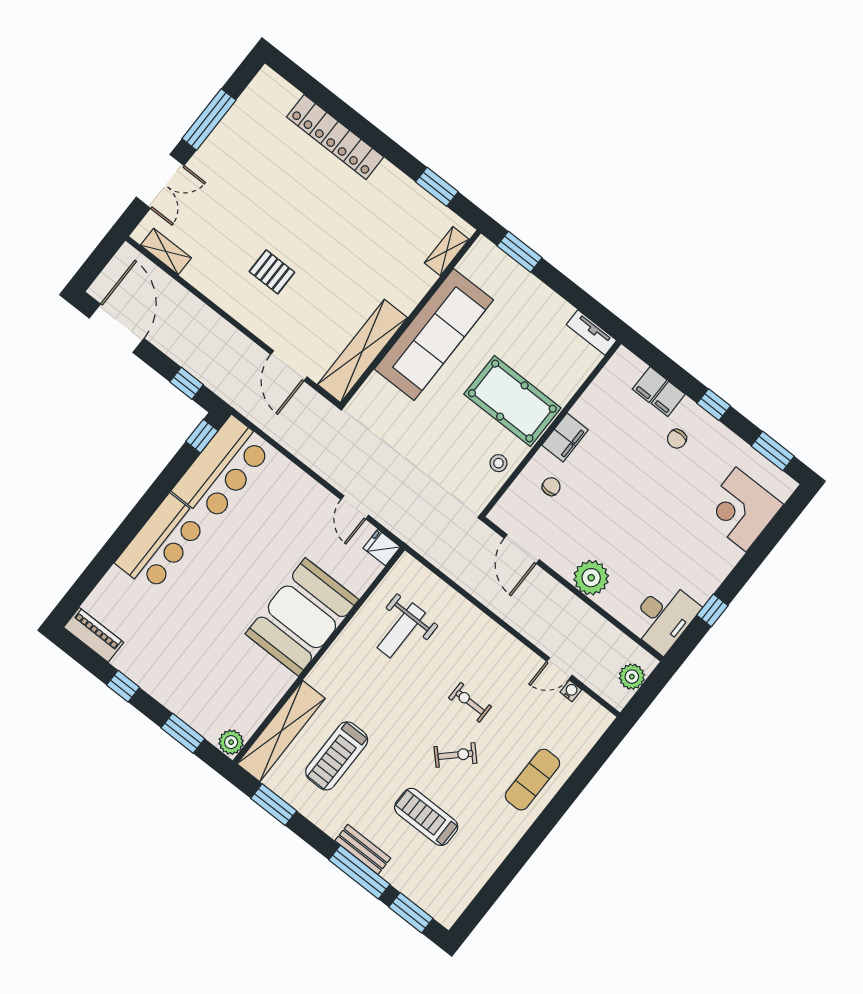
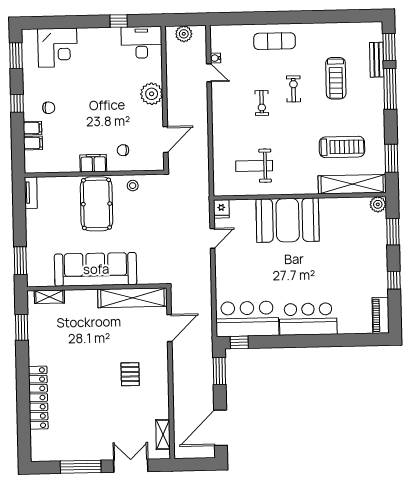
window: (187, 383) -> (219, 371), width x1.50
weight bench: (401, 630) -> (254, 166), turned 180
exercise bike: (455, 755) -> (294, 89), turned 44
bench: (363, 849) -> (377, 60), moved

